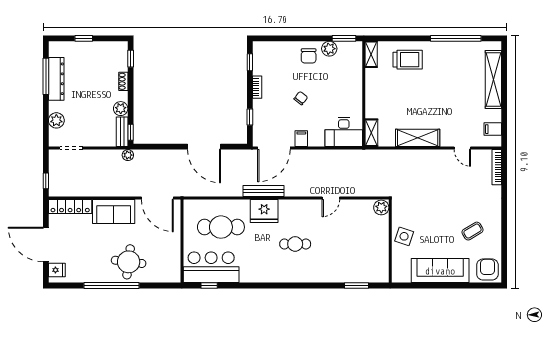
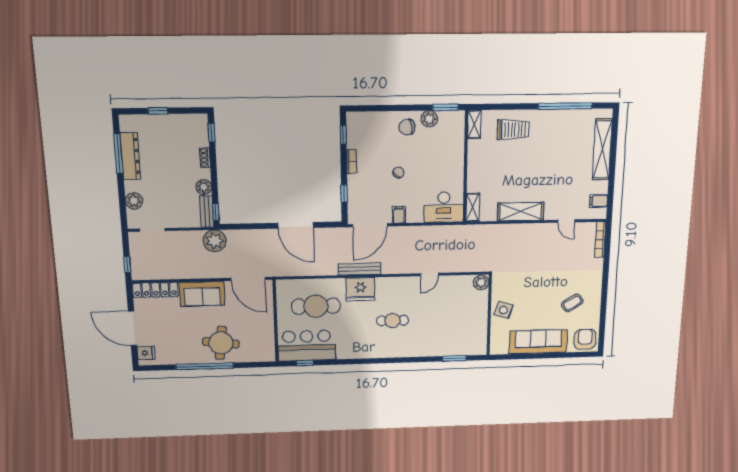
chair: (309, 56) -> (407, 127), turned 81
plant: (128, 155) -> (215, 241), width x1.87, depth x1.87

